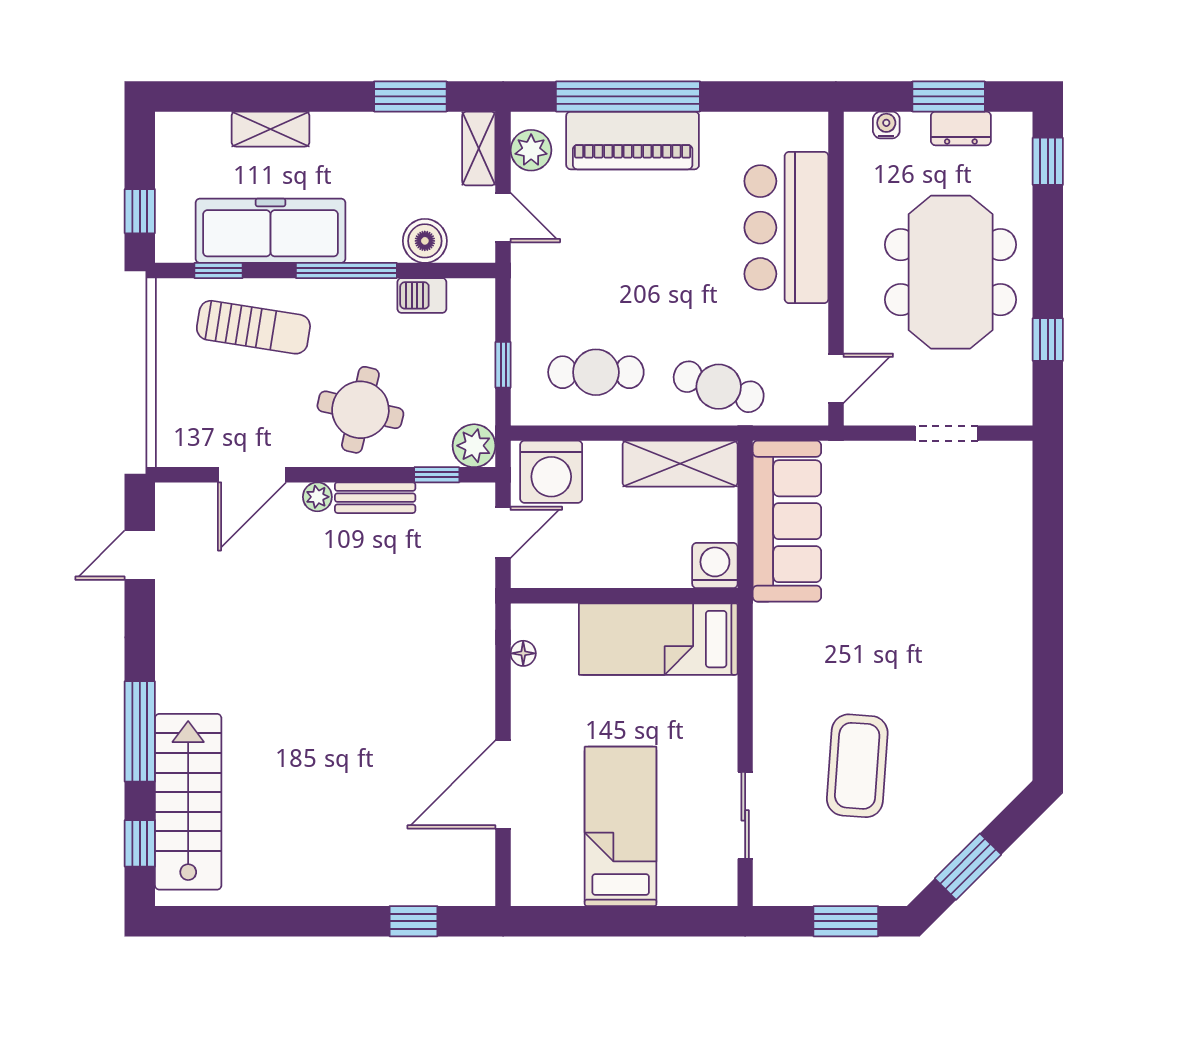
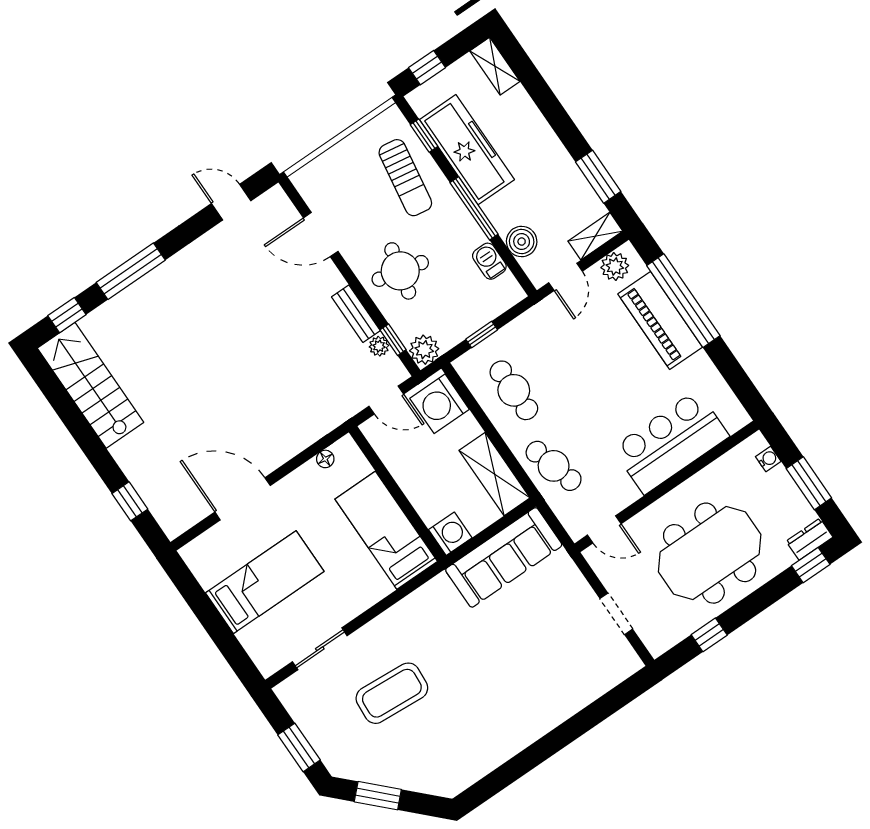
dresser: (961, 128) -> (809, 539), moved, turned 90
shelving: (270, 129) -> (495, 66), moved
cafe table: (719, 387) -> (554, 466), turned -34
plant: (317, 497) -> (379, 346), moved
stairs: (188, 802) -> (91, 385), moved, turned -90

